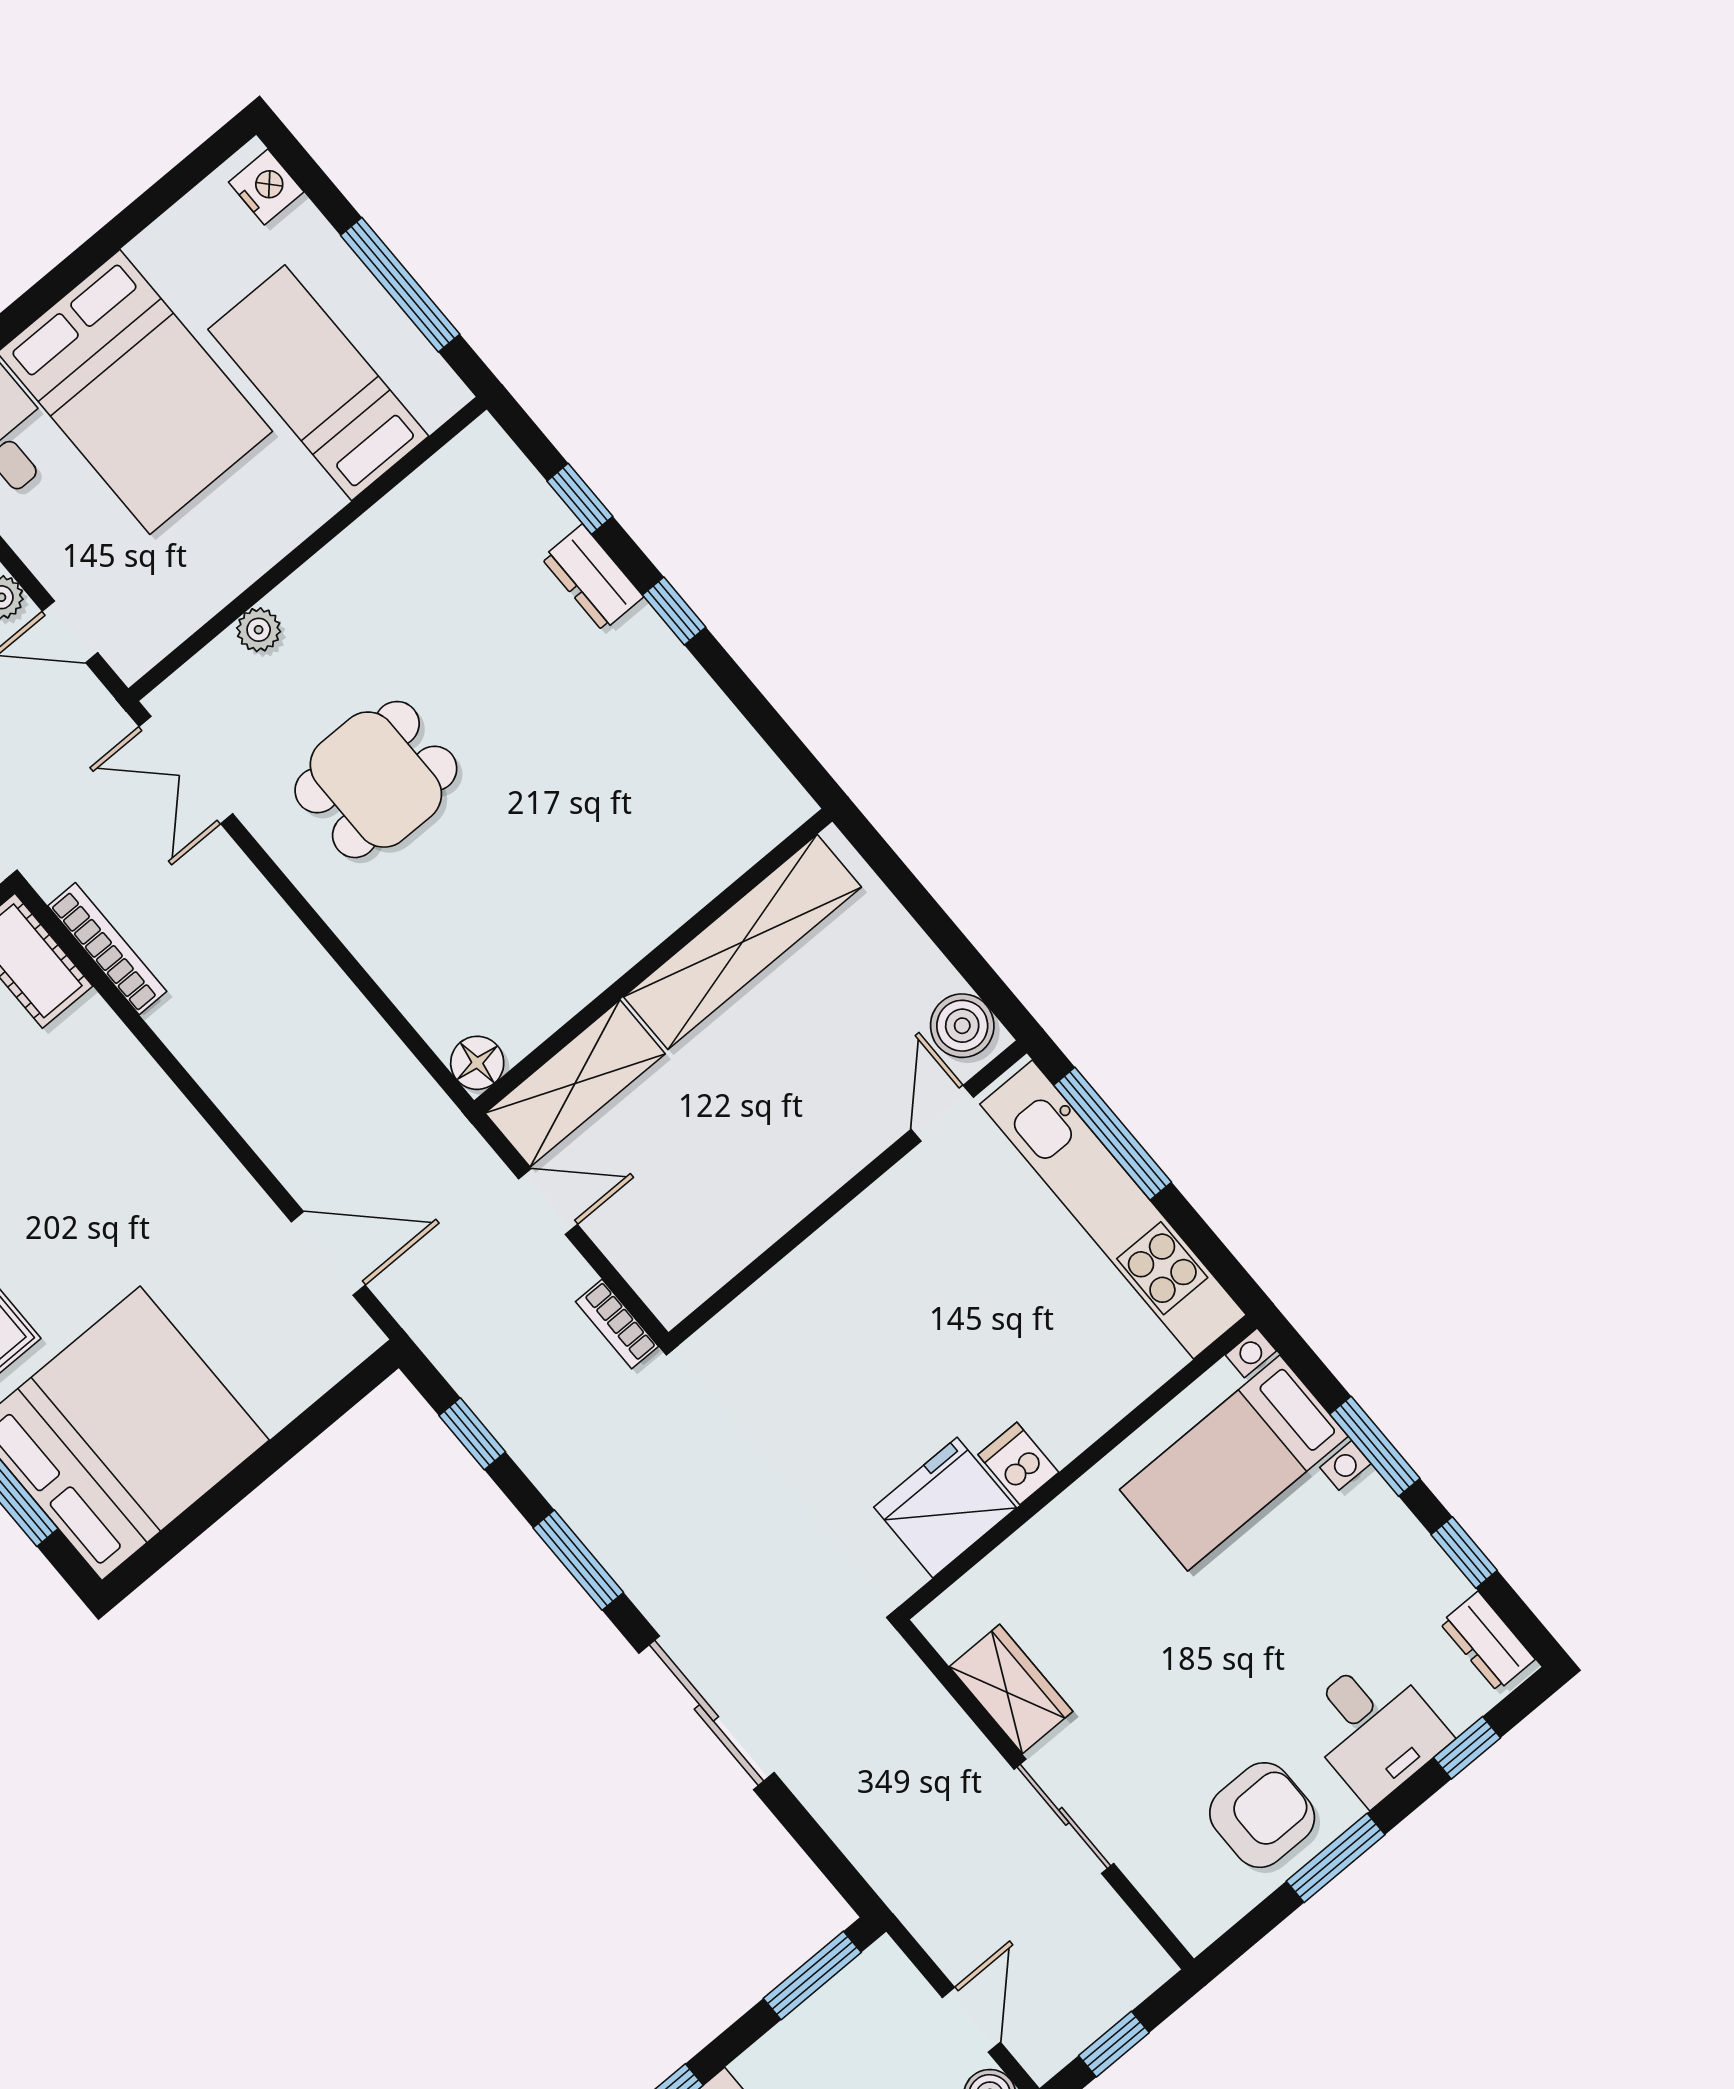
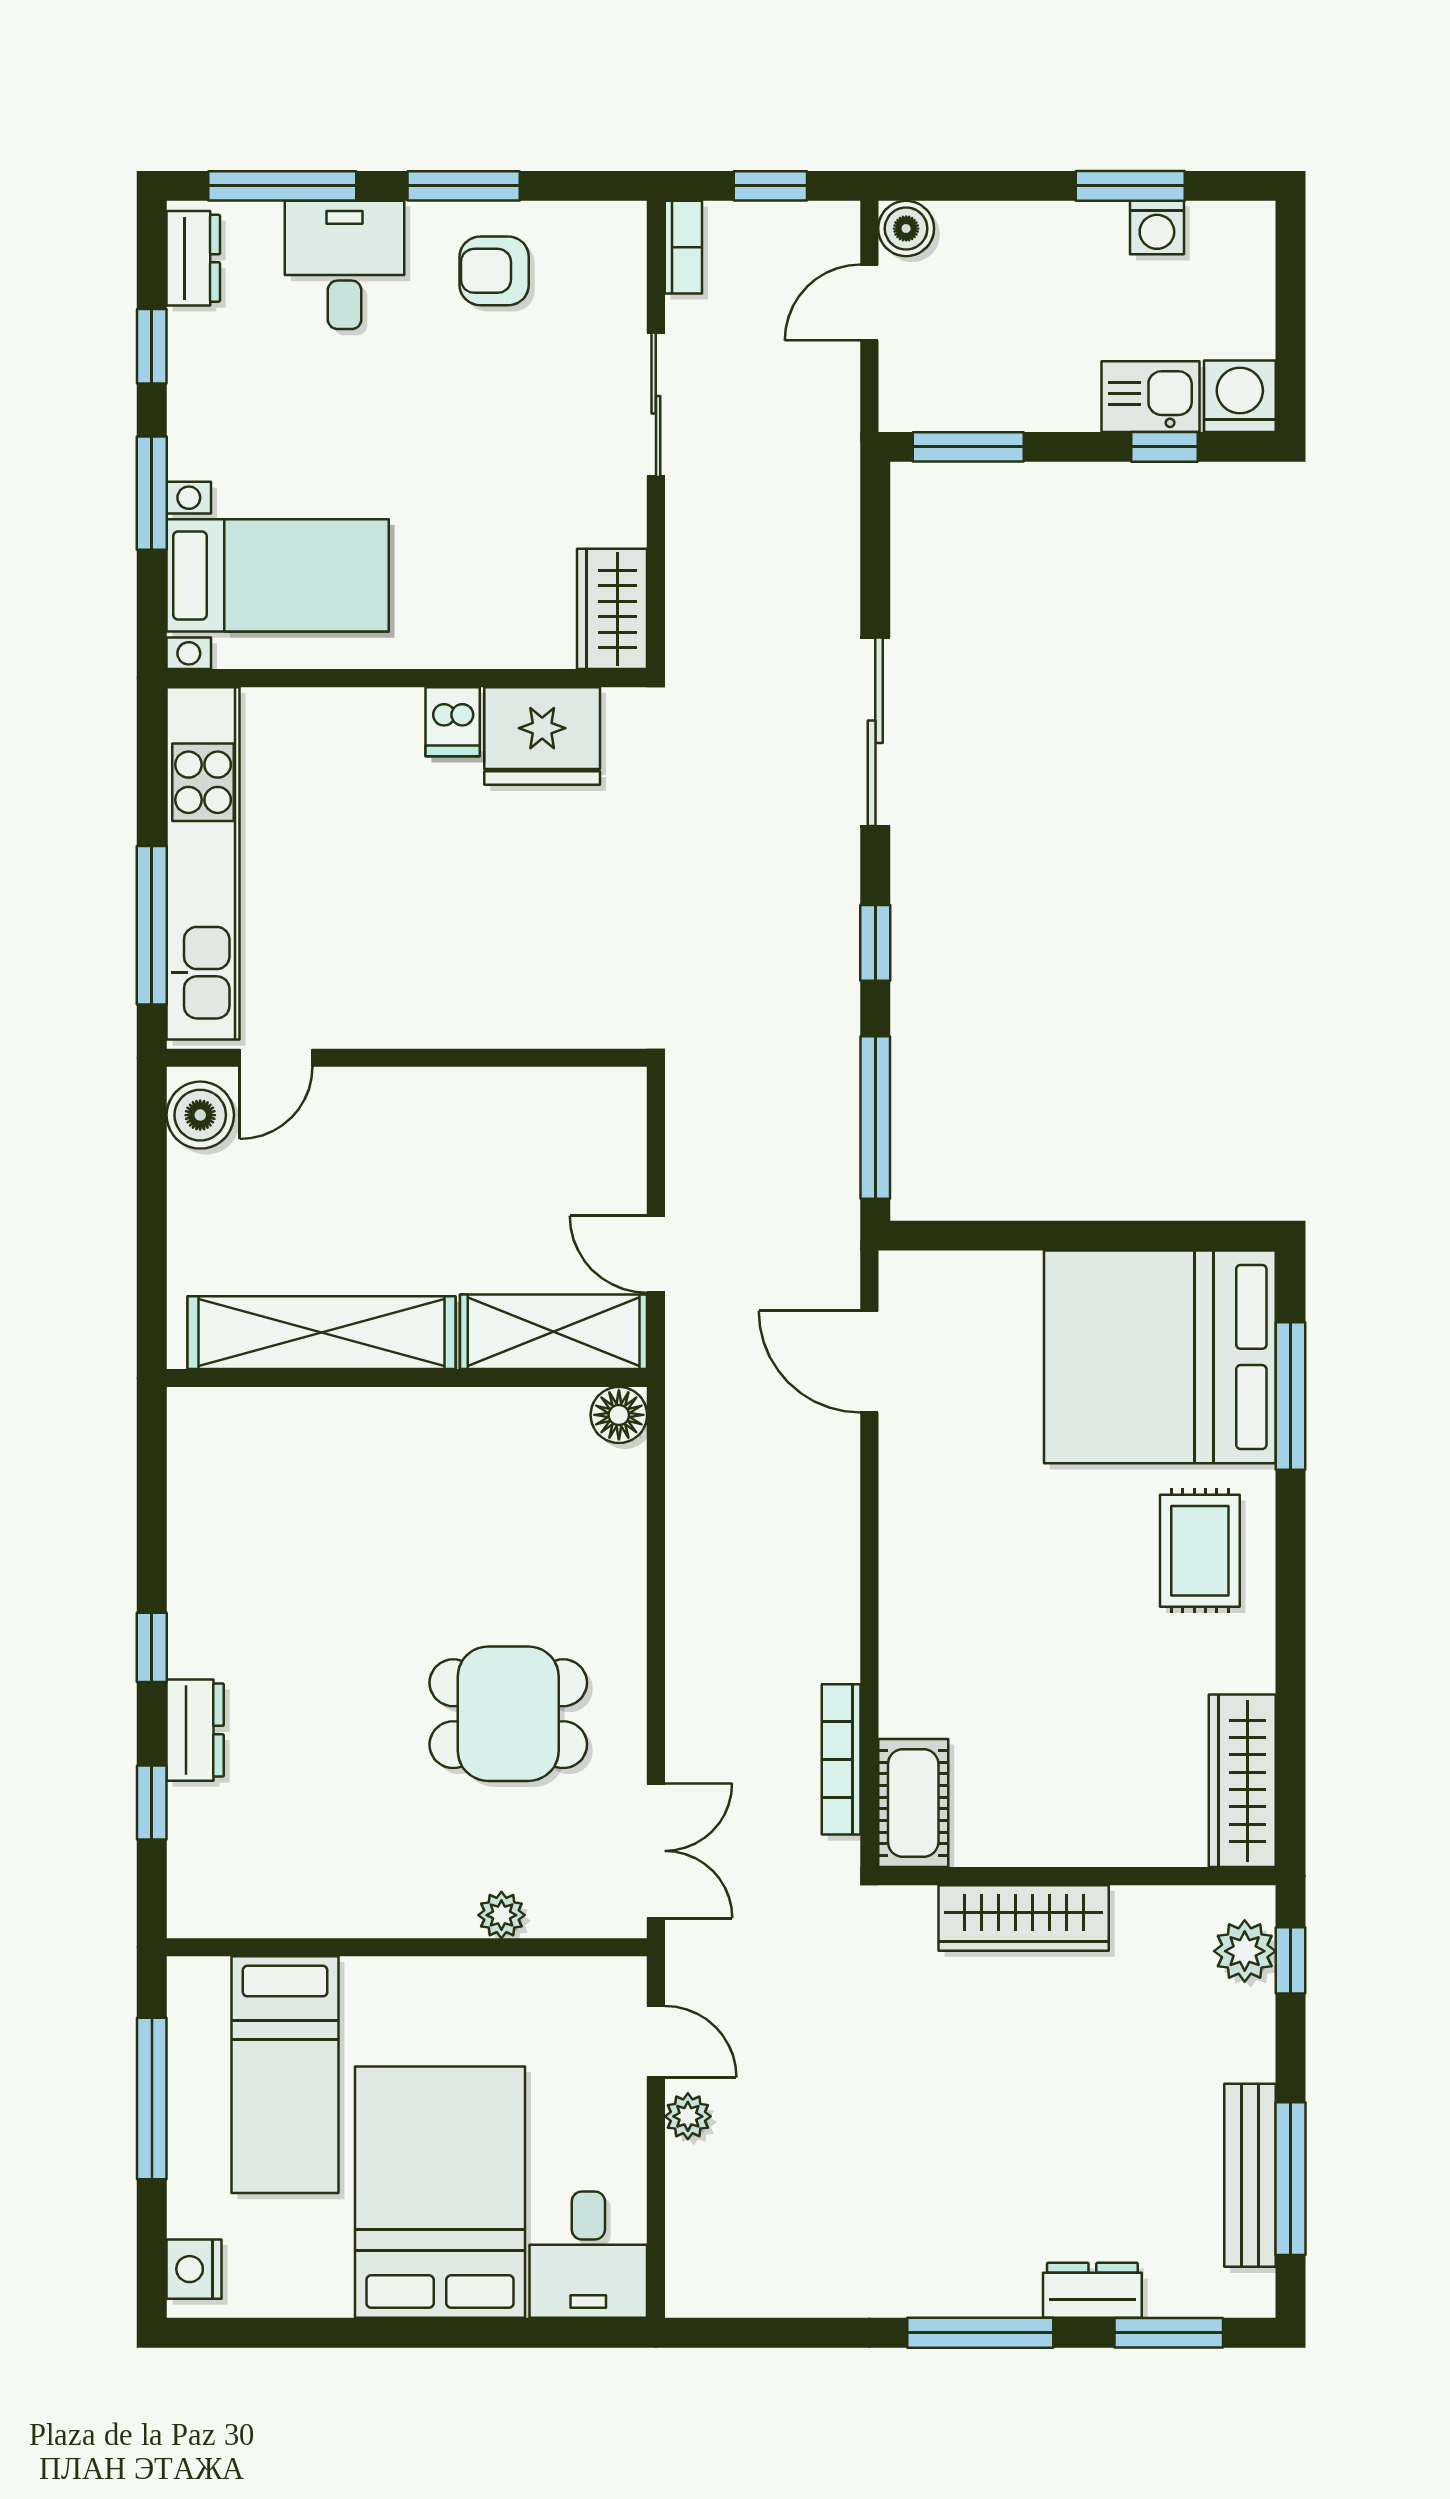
bookcase: (617, 1324) -> (683, 247), moved
window: (472, 1434) -> (875, 1118), width x2.17
window: (578, 1560) -> (875, 943), width x0.67
wardrobe: (1011, 1689) -> (612, 609), moved
window: (1467, 1748) -> (282, 186), width x2.17
armchair: (1262, 1815) -> (494, 271), width x0.72, depth x0.72

